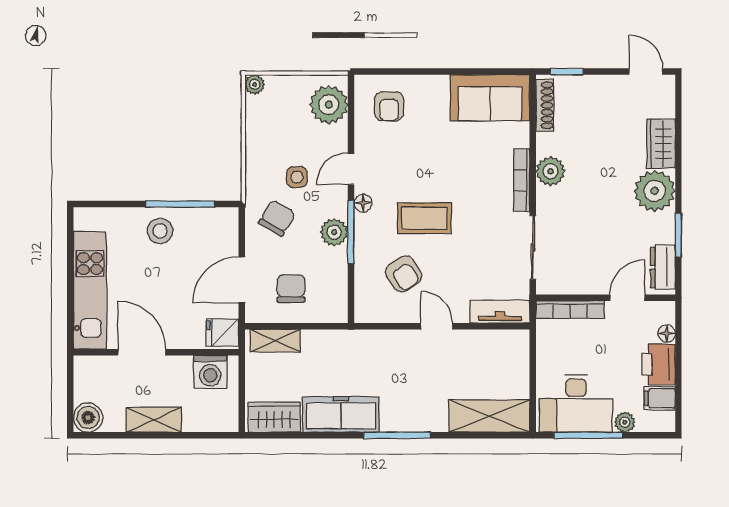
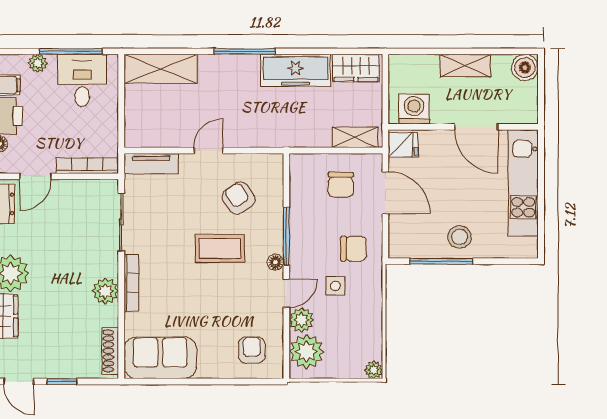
window: (567, 72) -> (62, 382), moved
chair: (277, 218) -> (354, 249), turned -120
plant: (334, 232) -> (302, 320), moved
door: (242, 280) -> (385, 193), hinge flipped
door: (437, 326) -> (208, 150), swing flipped
desk: (576, 403) -> (82, 80), width x0.73

